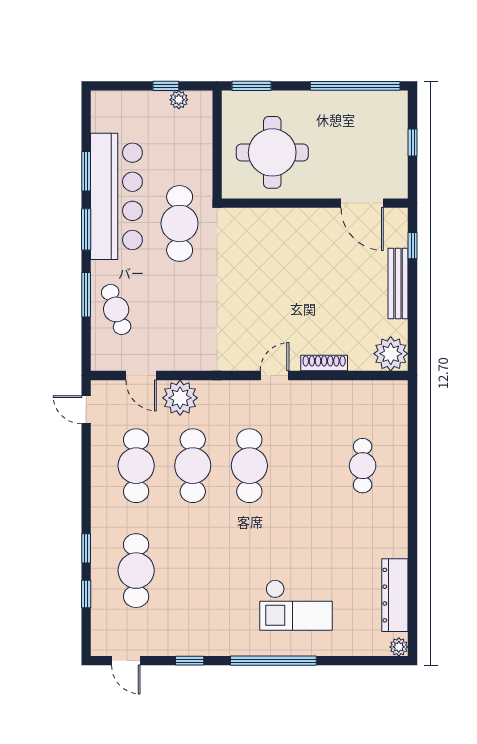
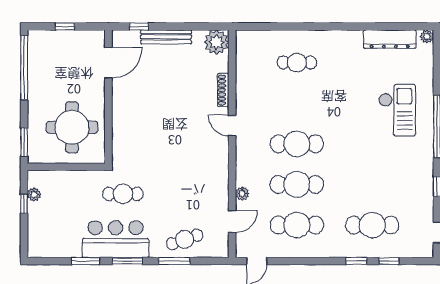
bar counter: (116, 196) -> (116, 239), width x0.73
cafe table: (180, 223) -> (123, 194), width x0.73, depth x0.74
plant: (180, 398) -> (242, 194), width x0.53, depth x0.53

